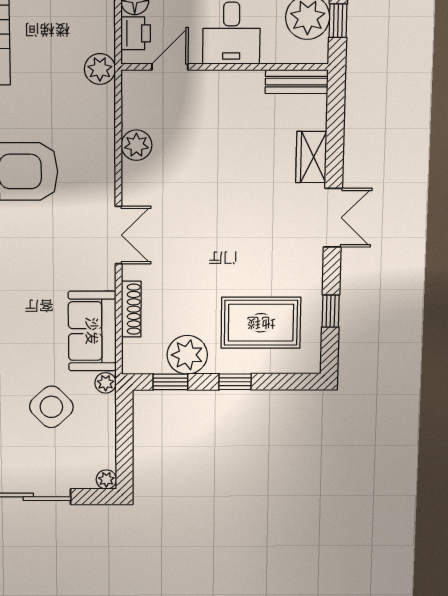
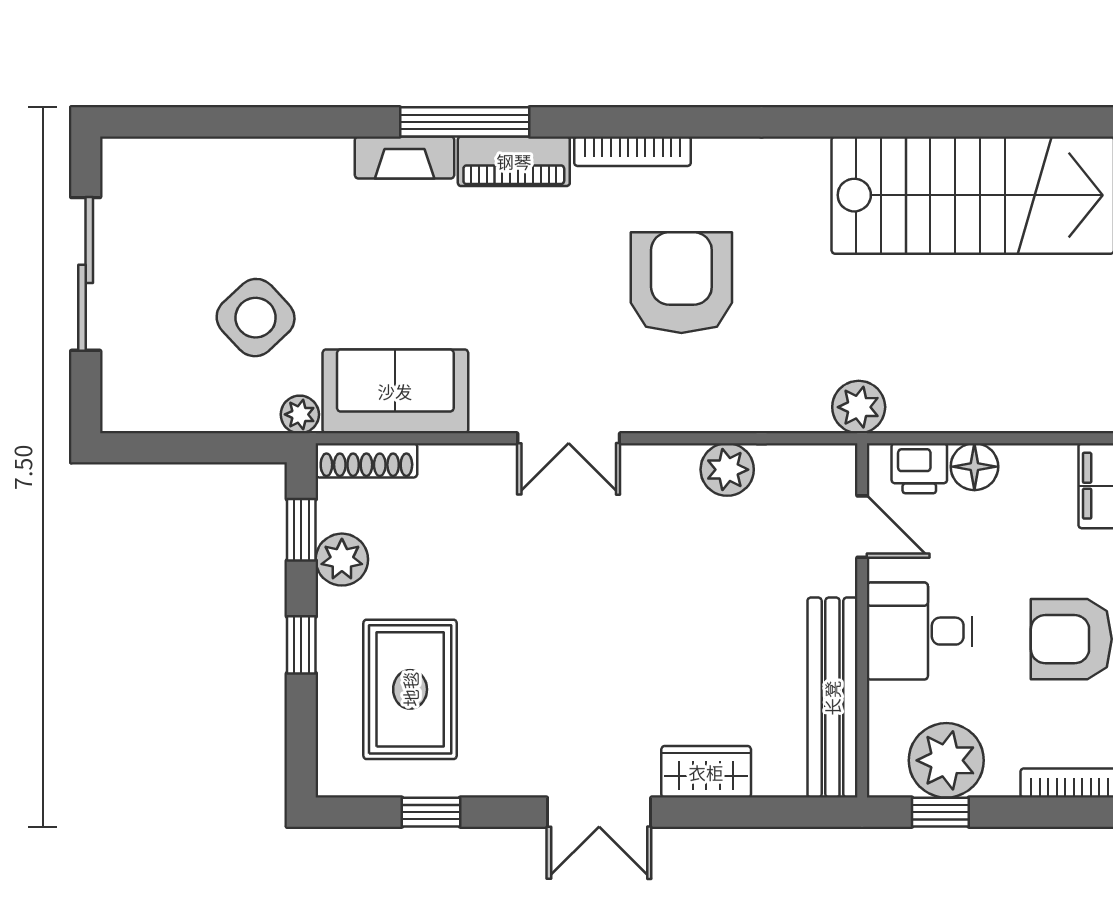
bench: (297, 82) -> (832, 698), width x1.86, depth x1.21
shoe rack: (131, 309) -> (366, 460), moved
plant: (187, 355) -> (342, 560), width x0.73, depth x0.73
plant: (106, 479) -> (118, 415), removed

